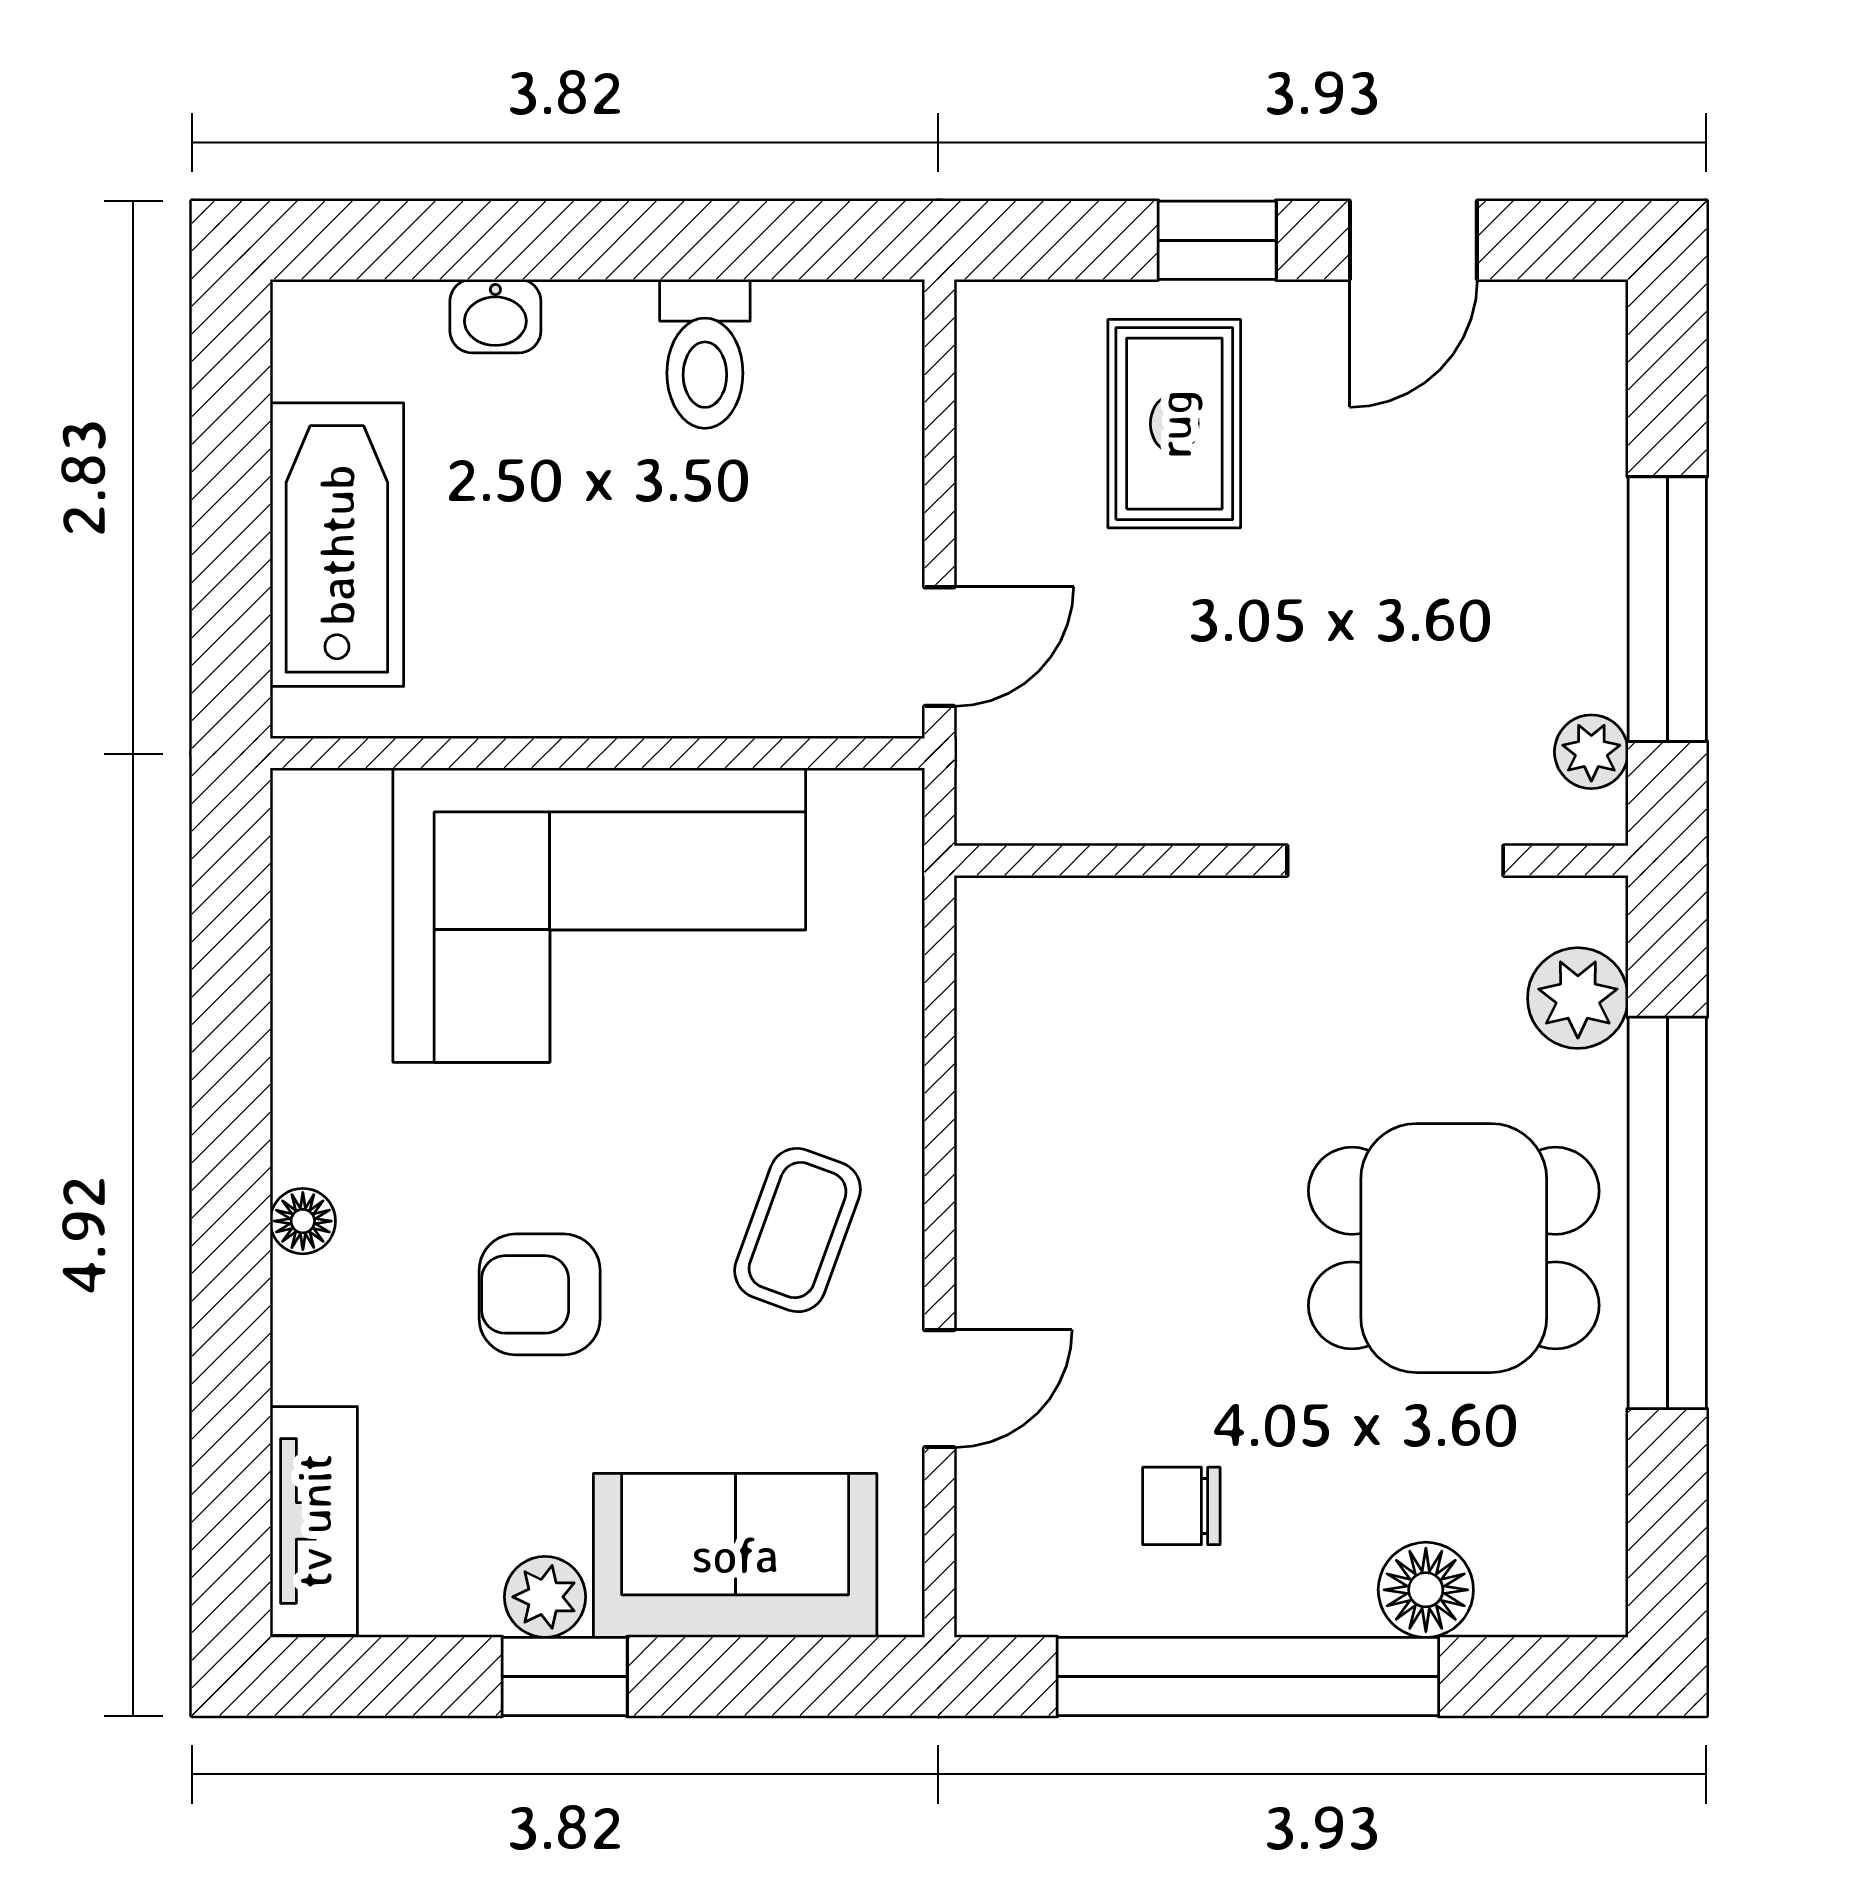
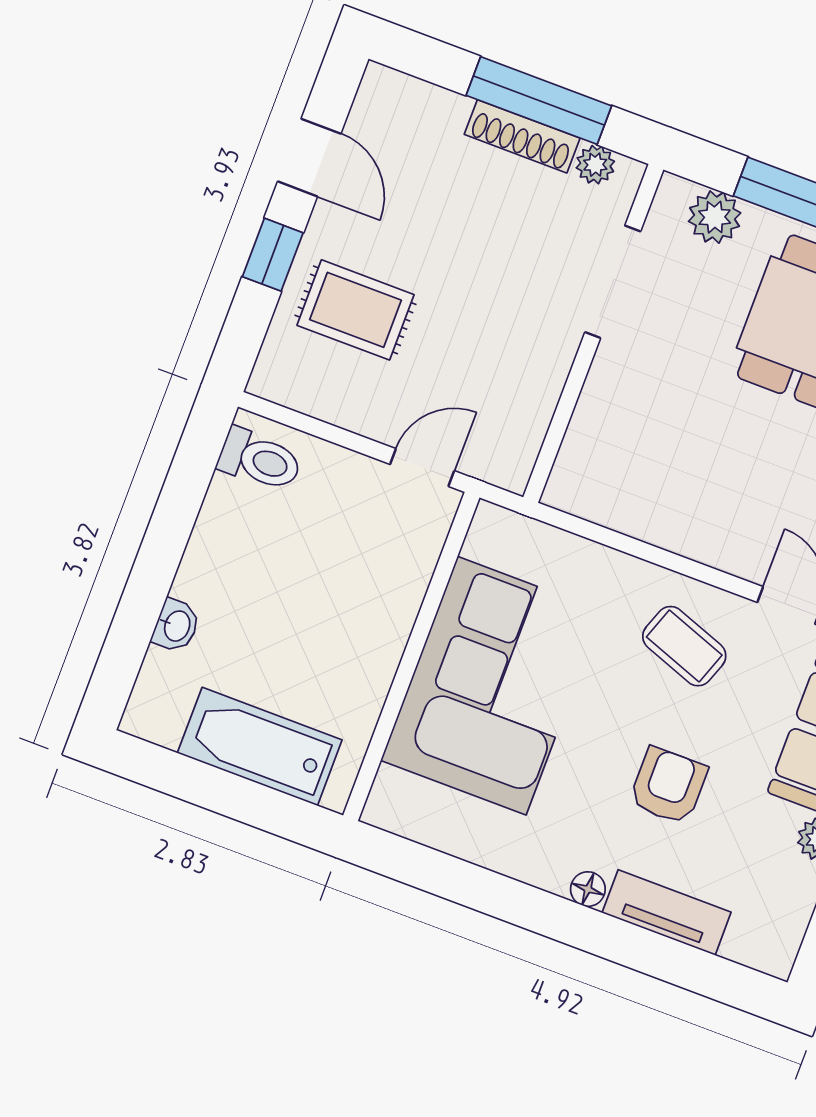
toilet: (705, 354) -> (260, 460), moved
shoe rack: (1593, 603) -> (522, 136), added
door: (939, 647) -> (422, 468), hinge flipped
armchair: (540, 1294) -> (668, 786), turned 180
tv unit: (314, 1521) -> (667, 912), moved

